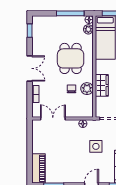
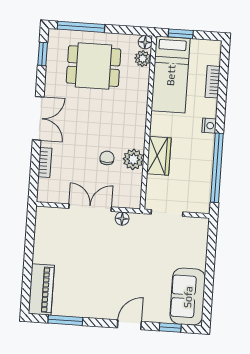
window: (70, 13) -> (81, 27), moved
dining table: (71, 58) -> (94, 66), moved, turned 90
double door: (53, 119) -> (90, 208), moved
side table: (96, 146) -> (142, 259), removed

